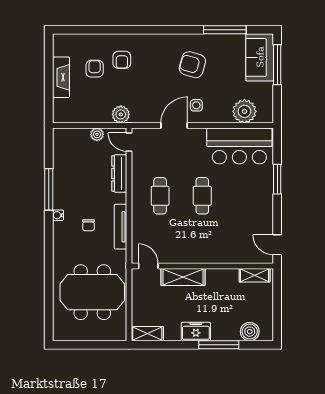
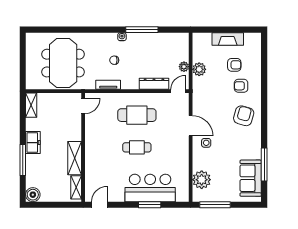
sofa: (260, 57) -> (251, 178), moved, turned -90
armchair: (192, 65) -> (244, 116), moved
window: (277, 65) -> (215, 205), moved
plant: (121, 114) -> (199, 69), moved
bar counter: (239, 146) -> (150, 188), moved, turned 90
cafe table: (160, 196) -> (137, 115), width x1.37, depth x1.35
tv unit: (121, 227) -> (108, 85), width x0.71
shelving: (183, 277) -> (75, 158), moved
boiler: (250, 332) -> (33, 195), moved

